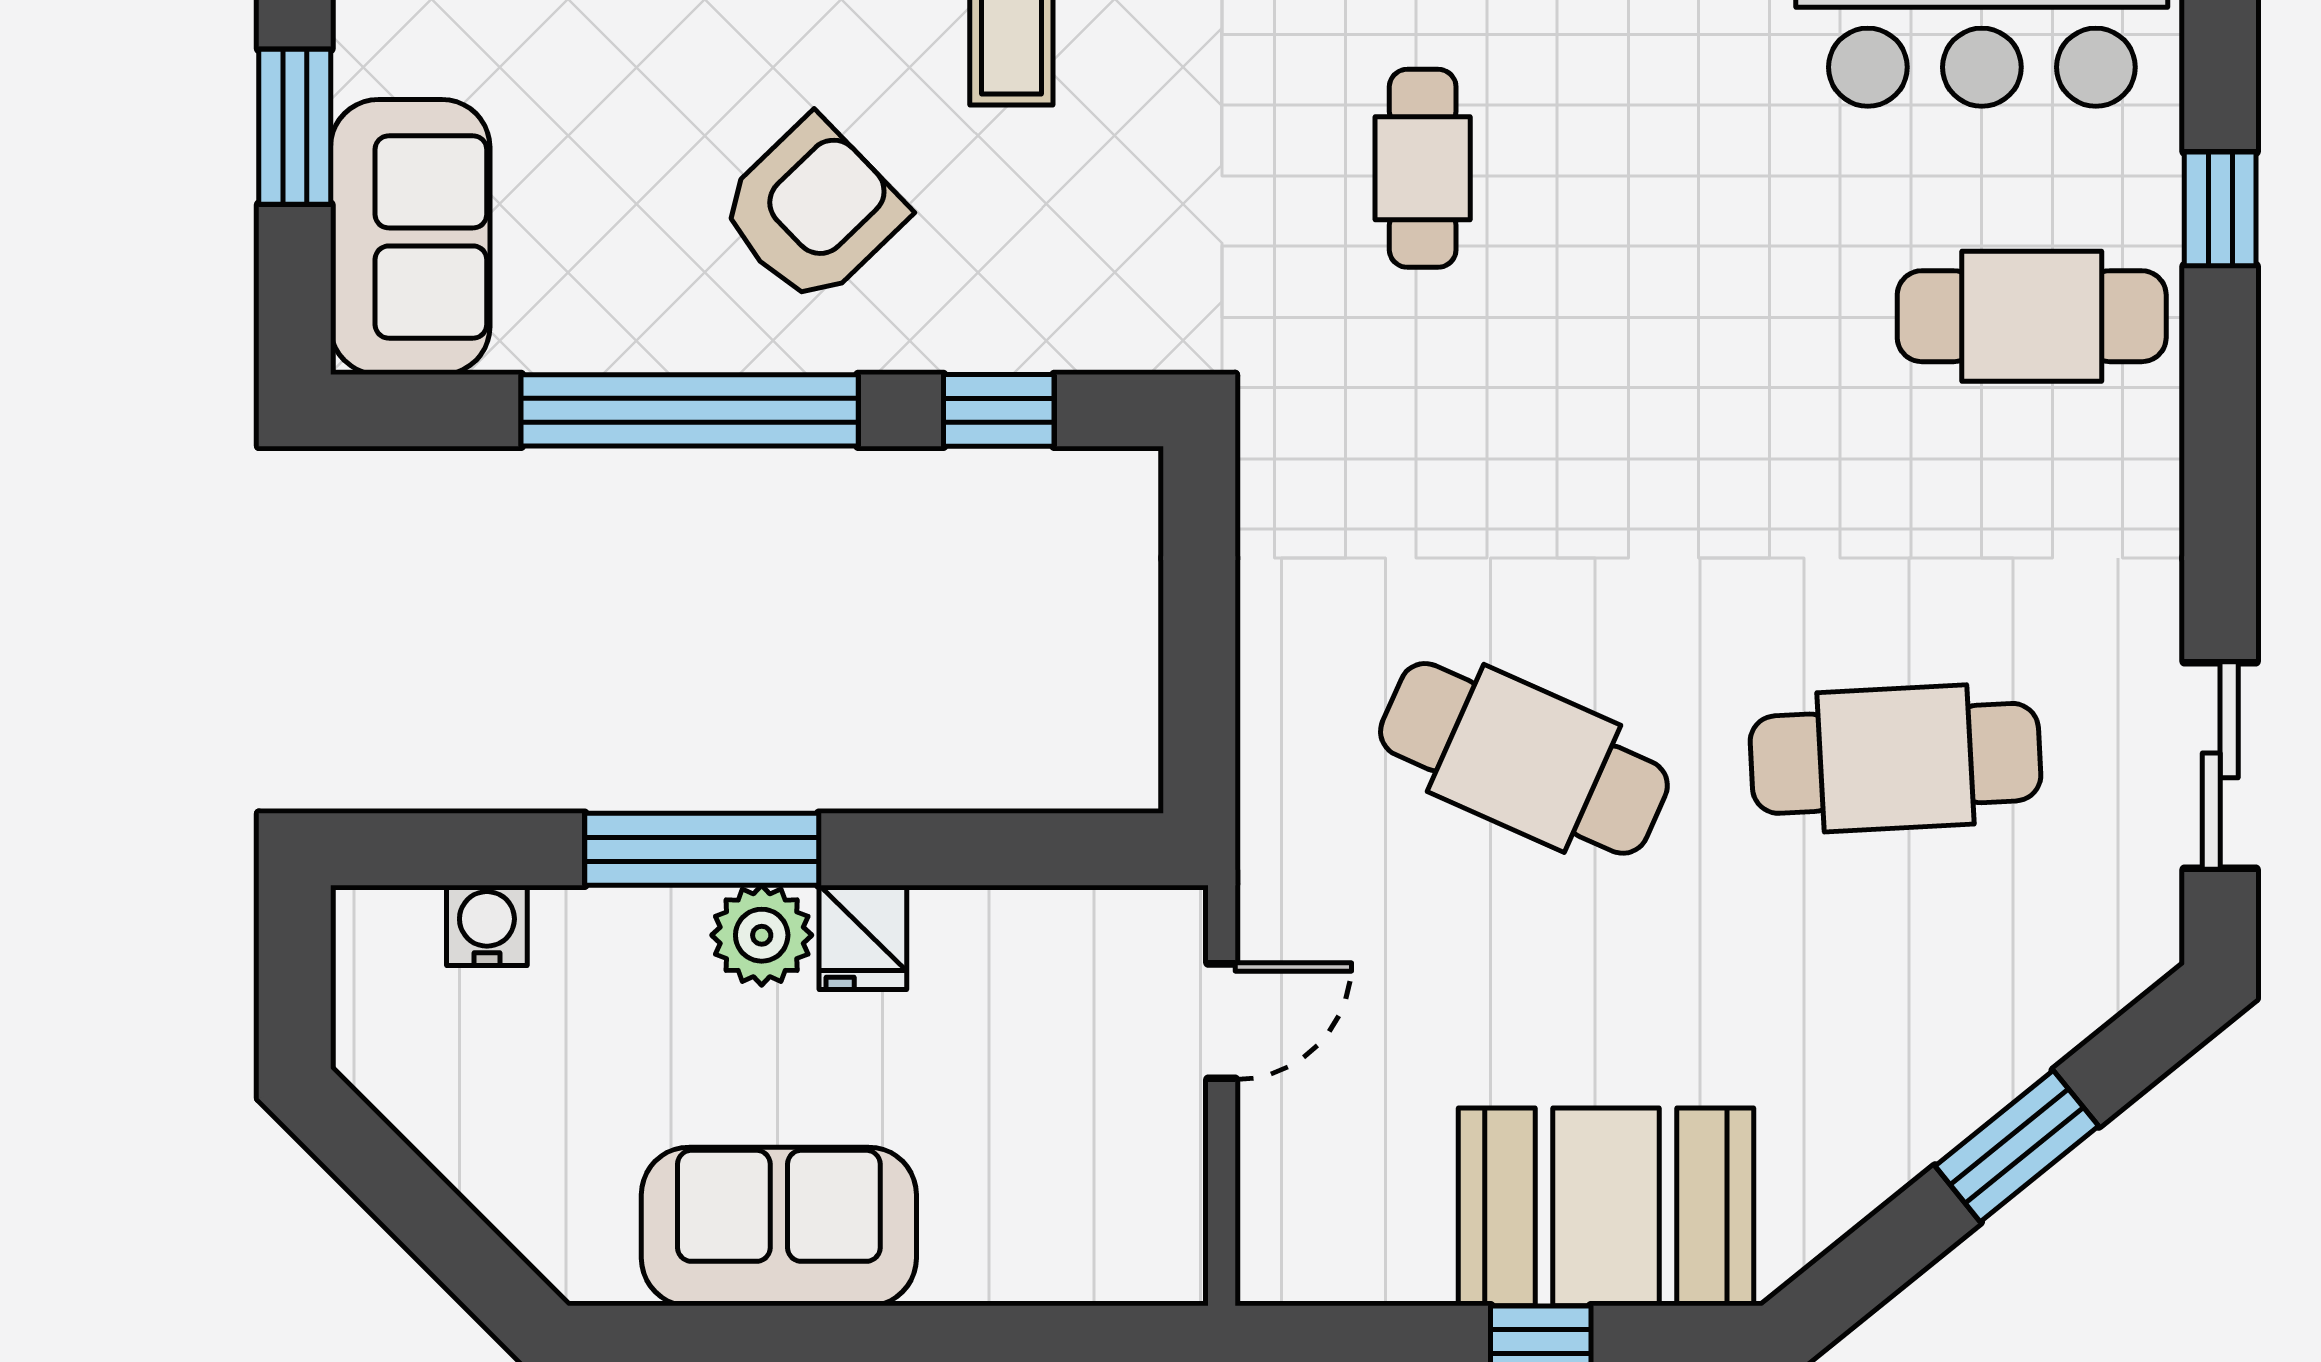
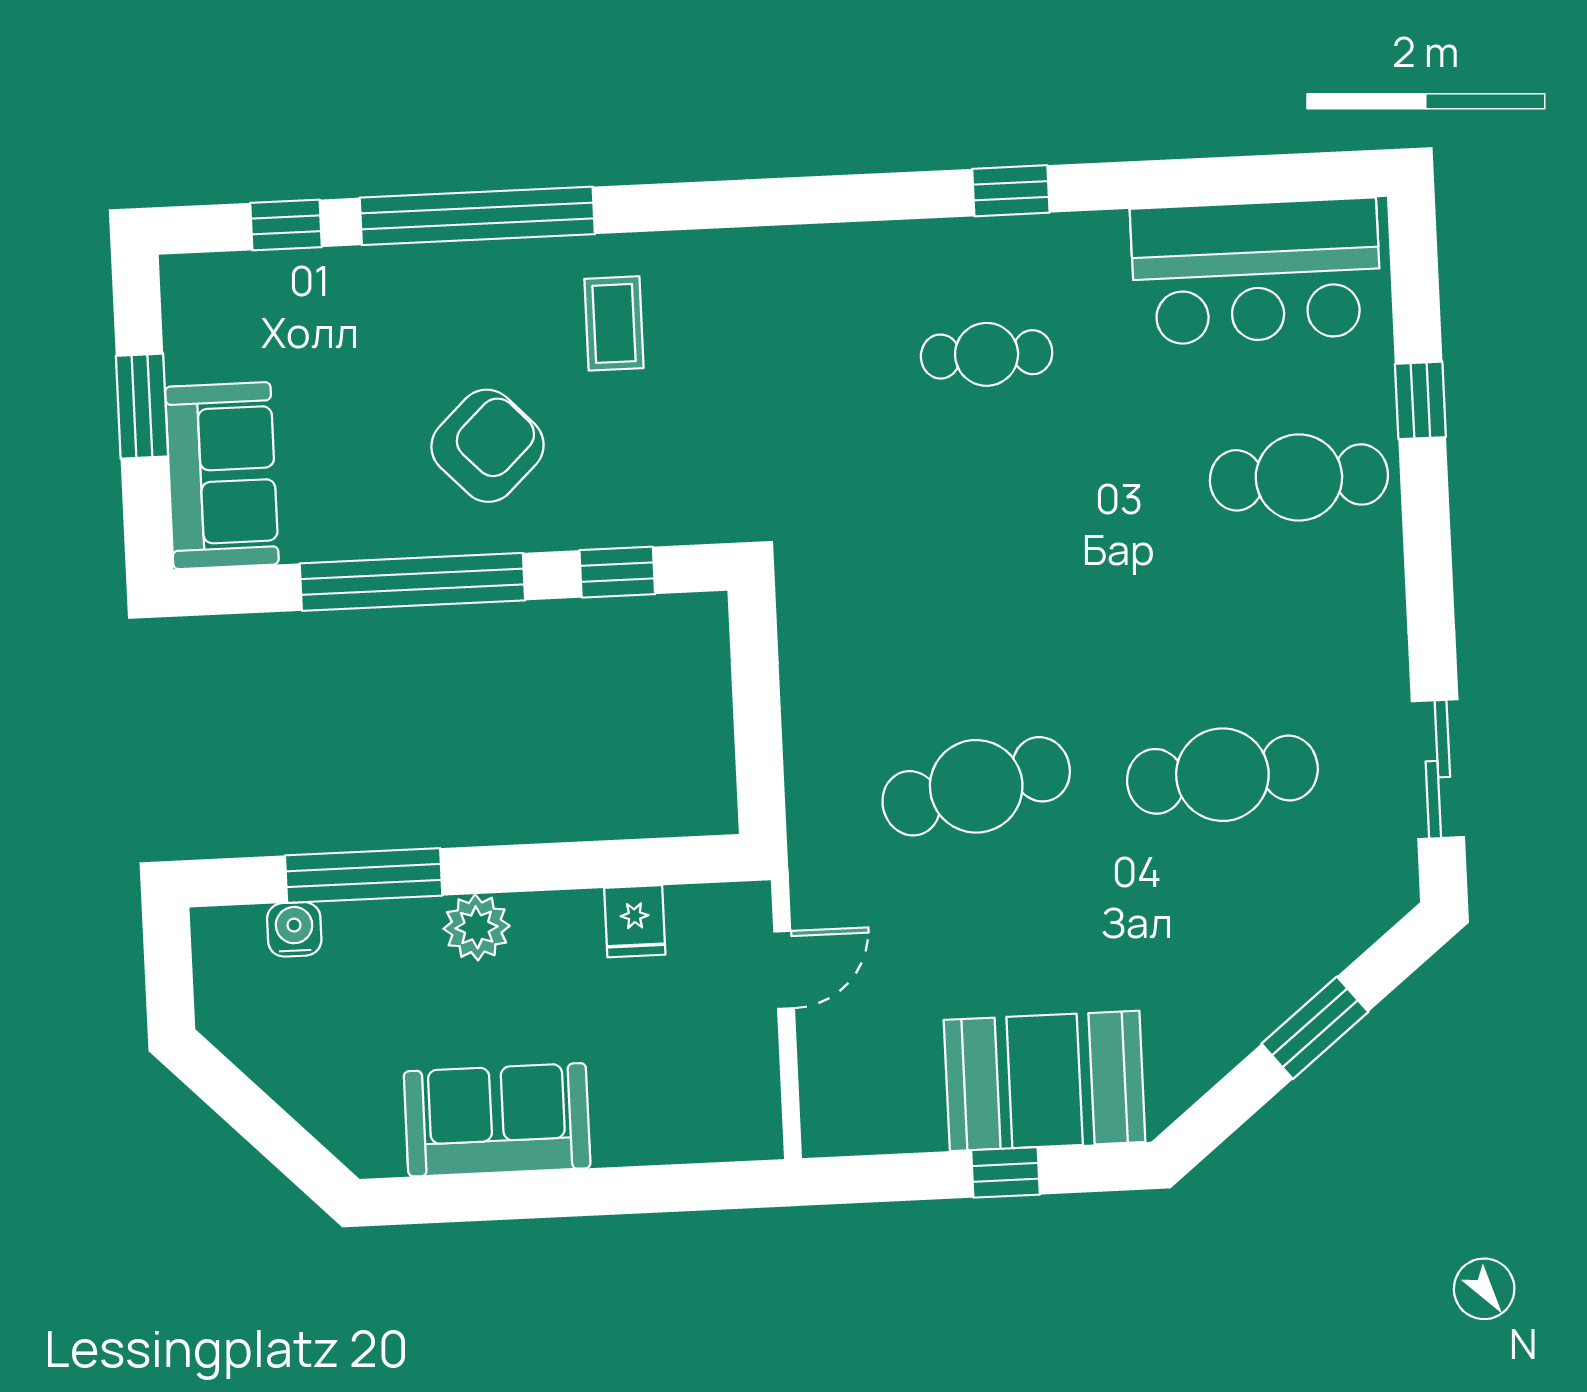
cafe table: (1423, 168) -> (987, 354), moved, turned 90
cafe table: (1524, 758) -> (976, 786), turned -36
window: (702, 849) -> (364, 876), moved
fridge: (863, 937) -> (635, 921), moved

